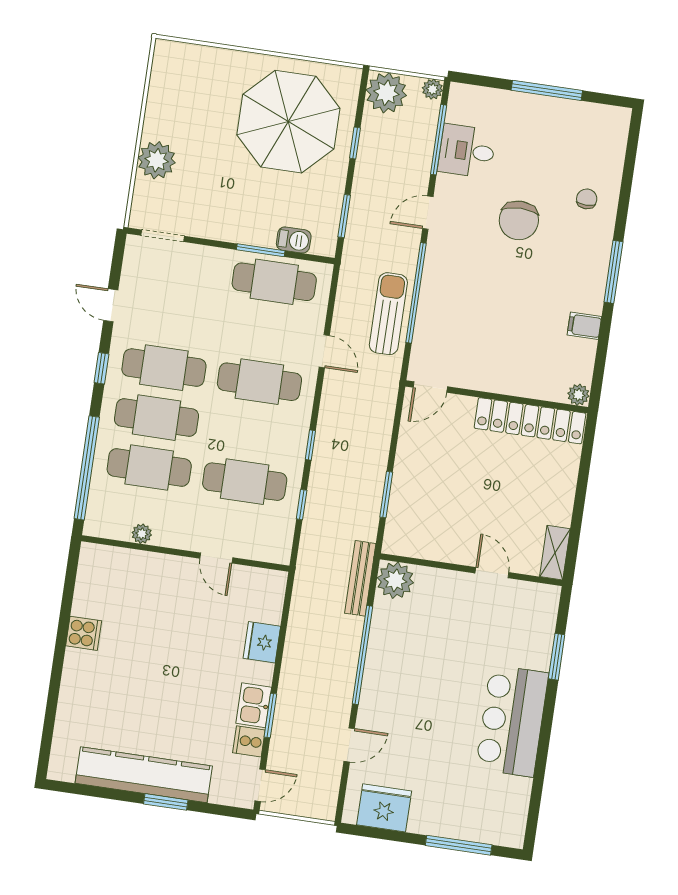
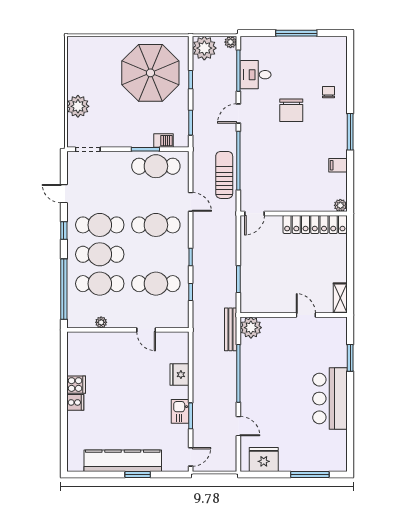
cooker: (249, 741) -> (75, 402), moved, turned 180
door: (349, 745) -> (238, 426), hinge flipped

